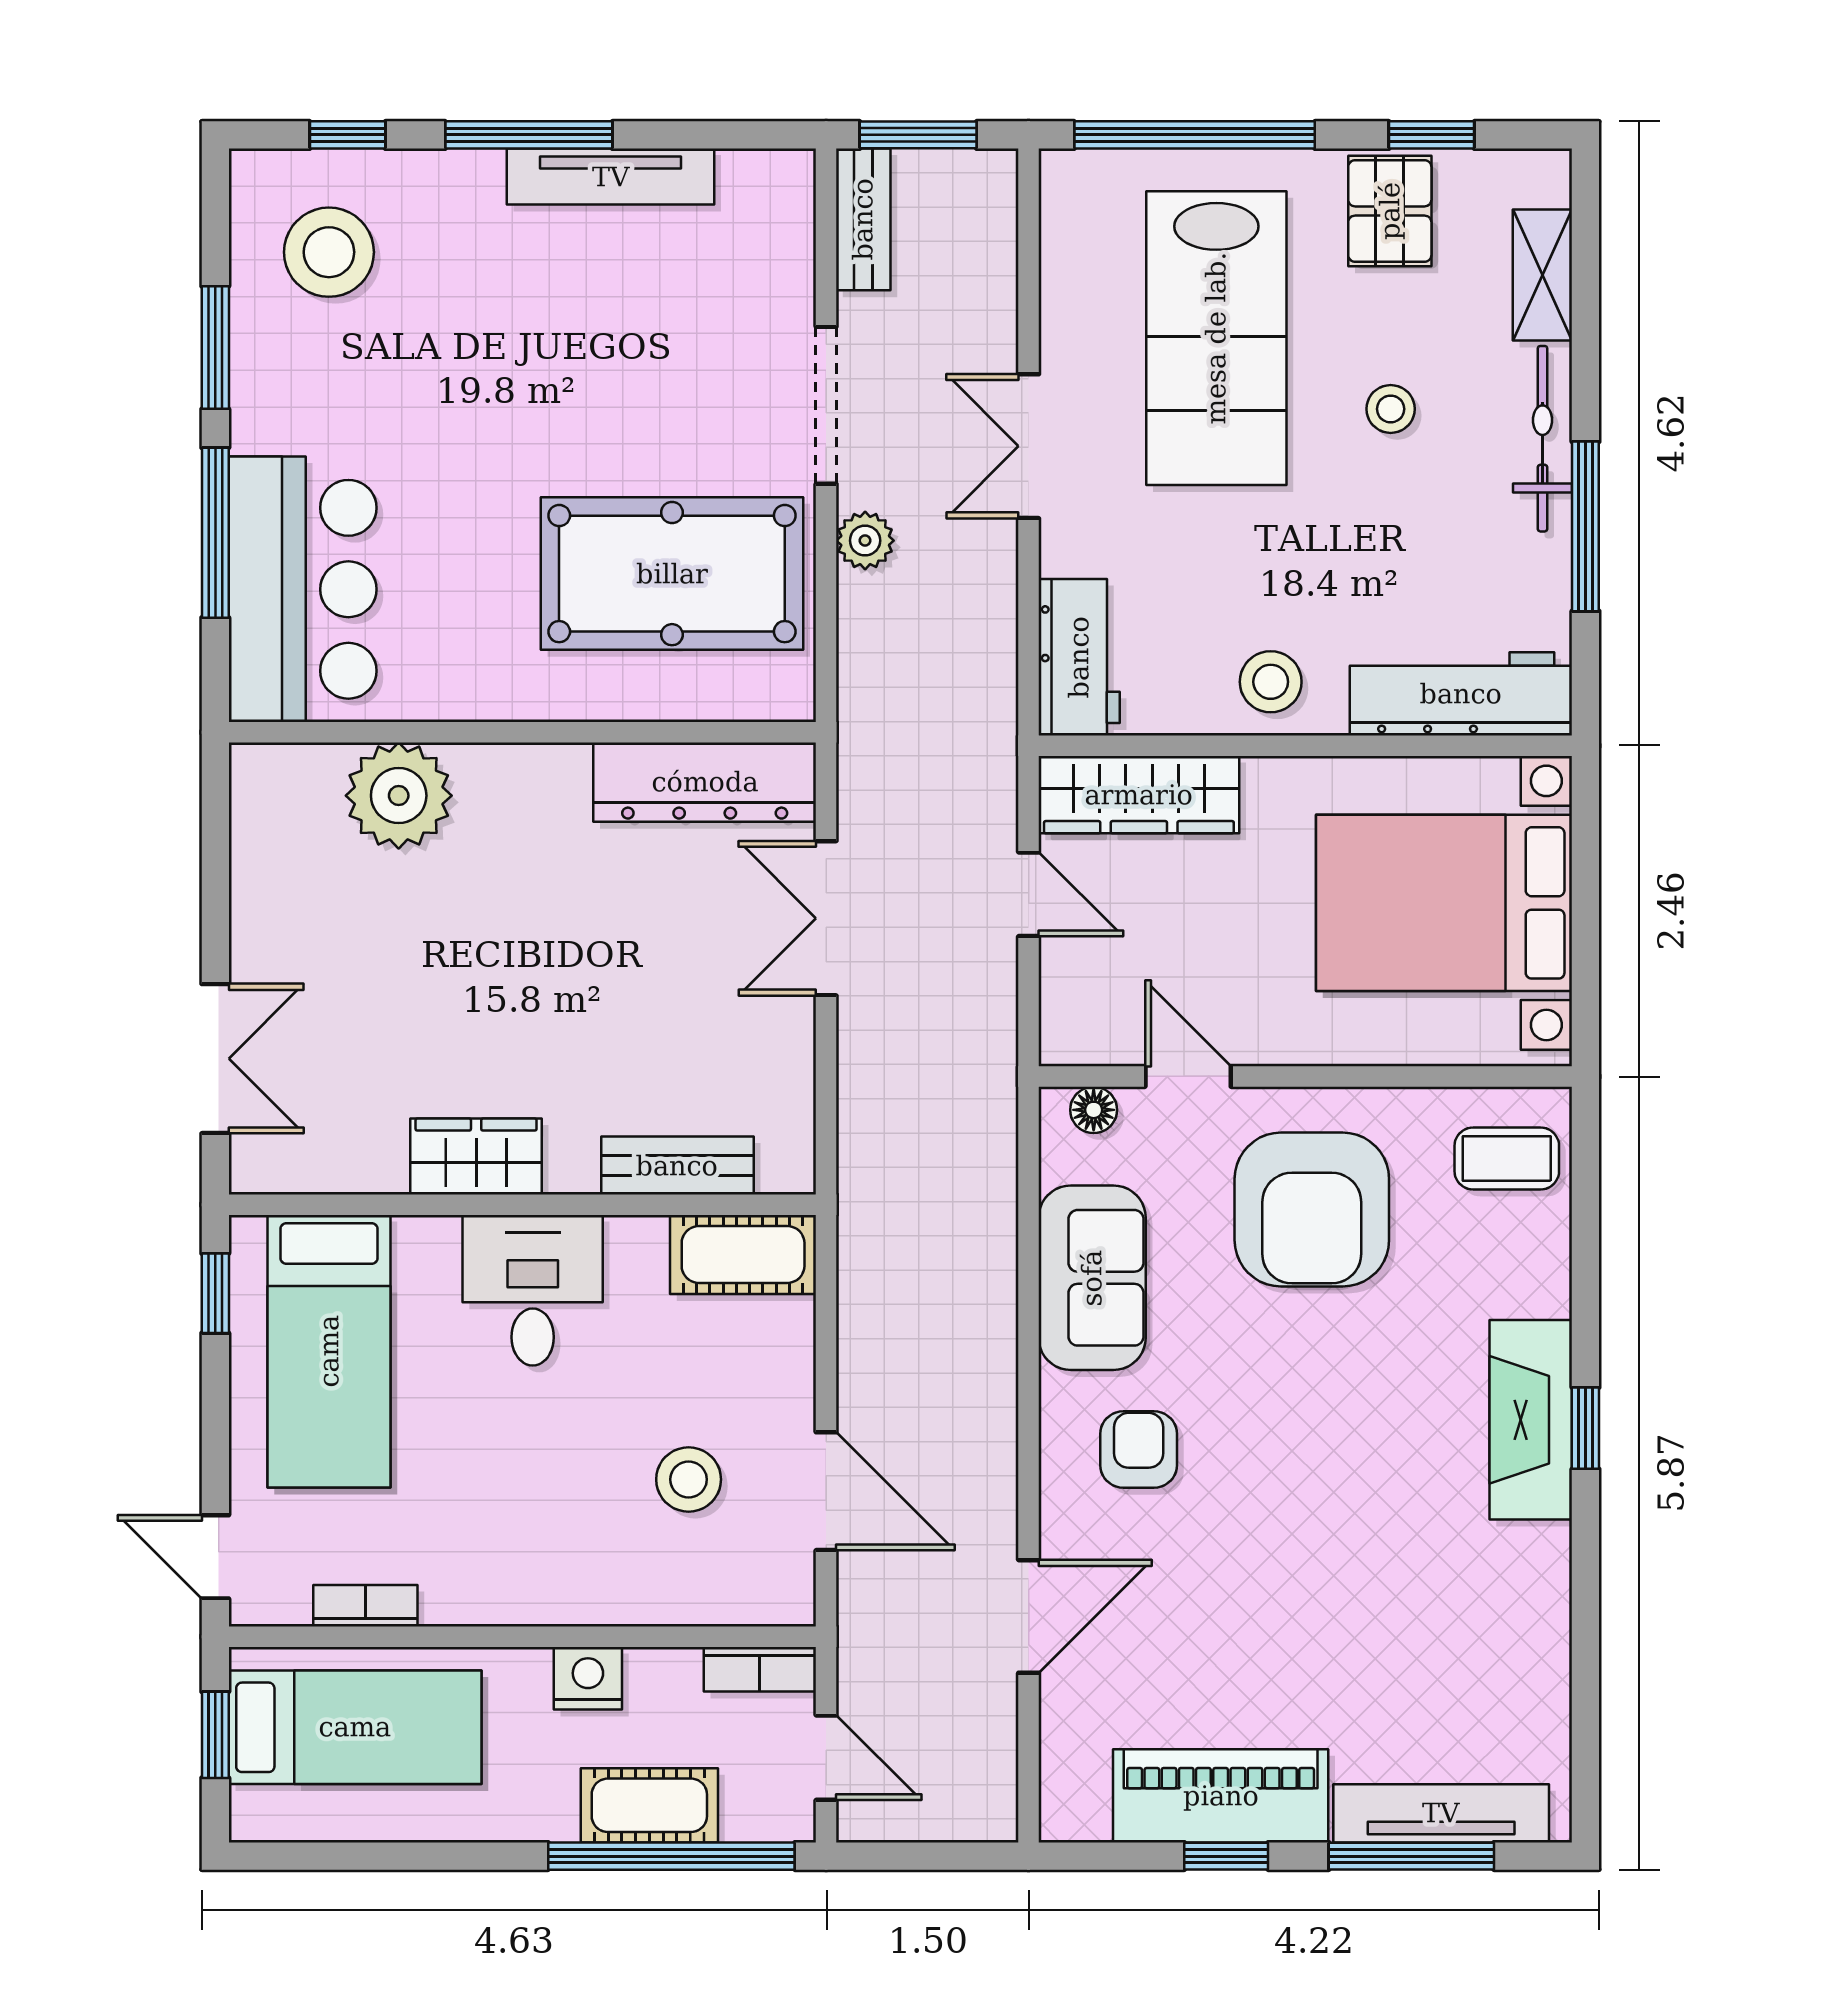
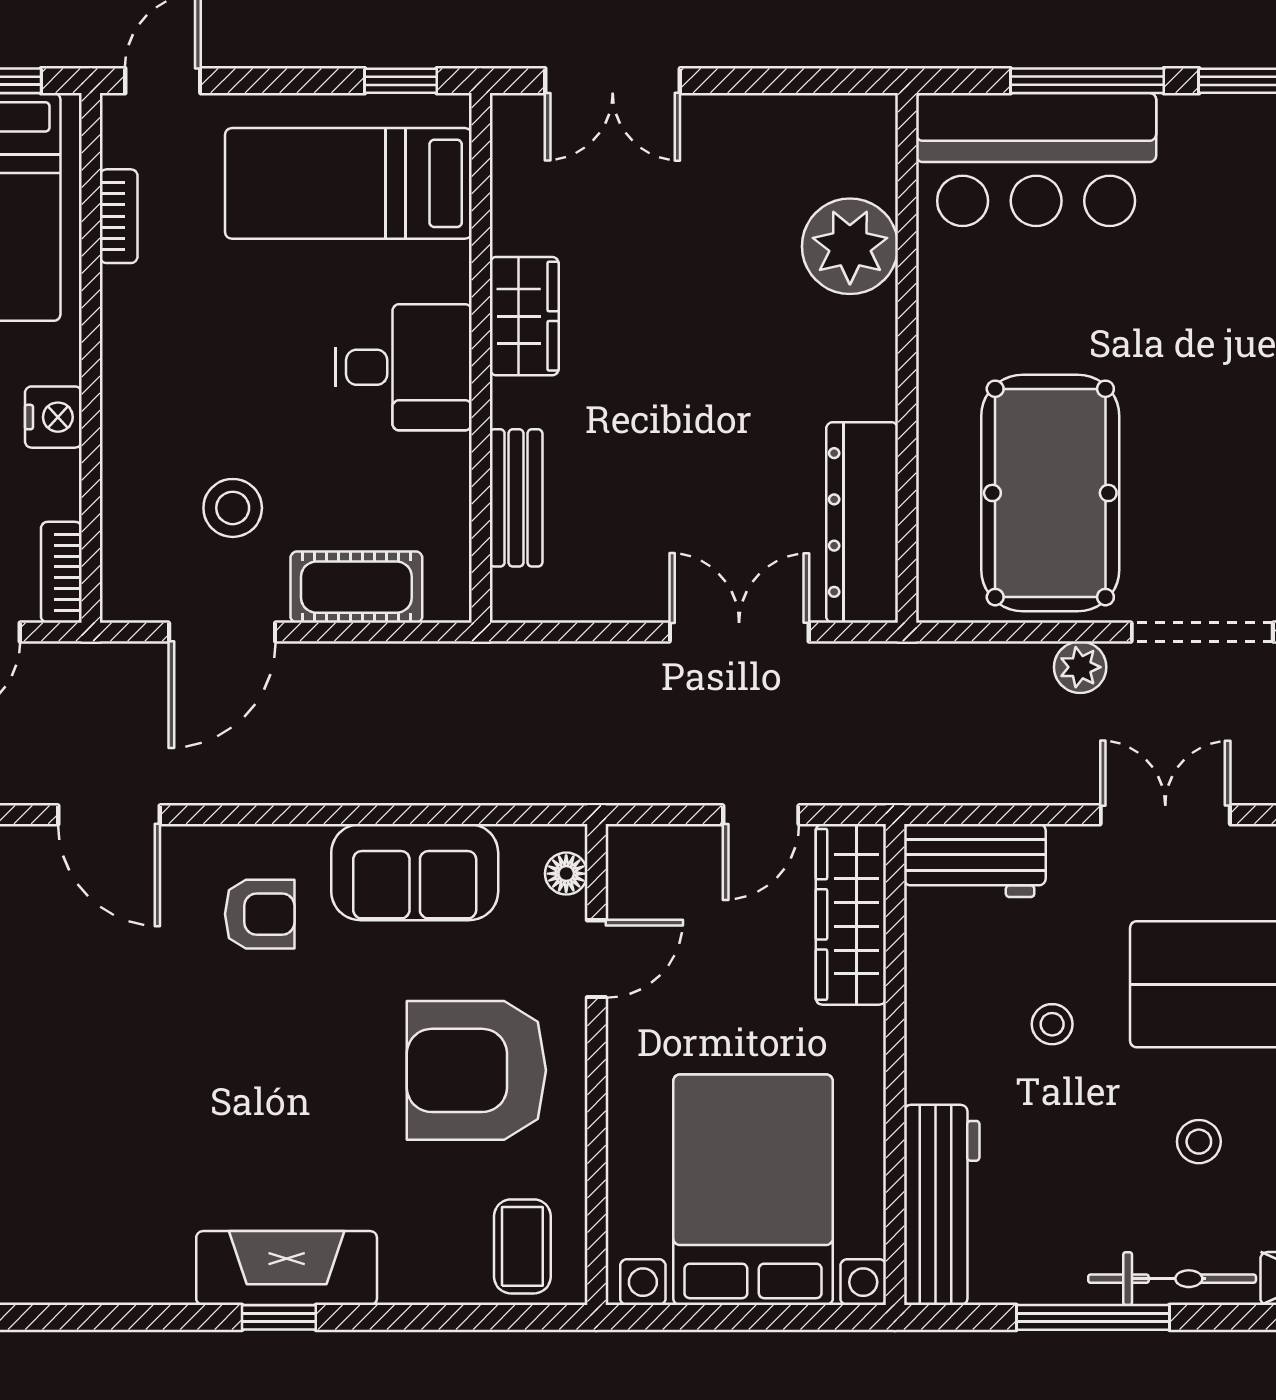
stool: (1271, 682) -> (1052, 1024), moved, width x0.73, depth x0.73
cot: (743, 1255) -> (356, 587), moved, turned 90

